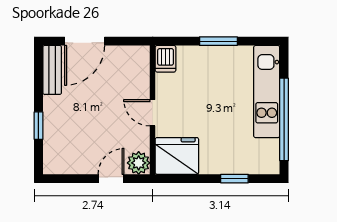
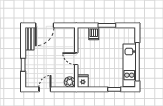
dishwasher: (166, 59) -> (94, 34), moved
kitchen unit: (267, 92) -> (129, 65), moved
fridge: (177, 156) -> (83, 81), width x0.53, depth x0.75
door: (111, 179) -> (45, 89), moved

